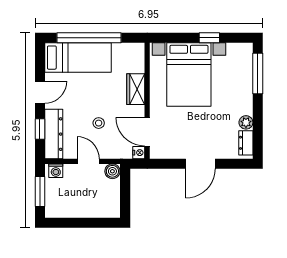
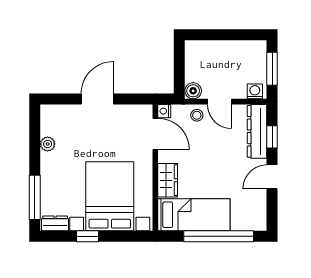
bed: (78, 58) -> (194, 215), moved, turned 180
stool: (99, 123) -> (197, 115), moved
dresser: (246, 143) -> (55, 223), moved, turned -90

